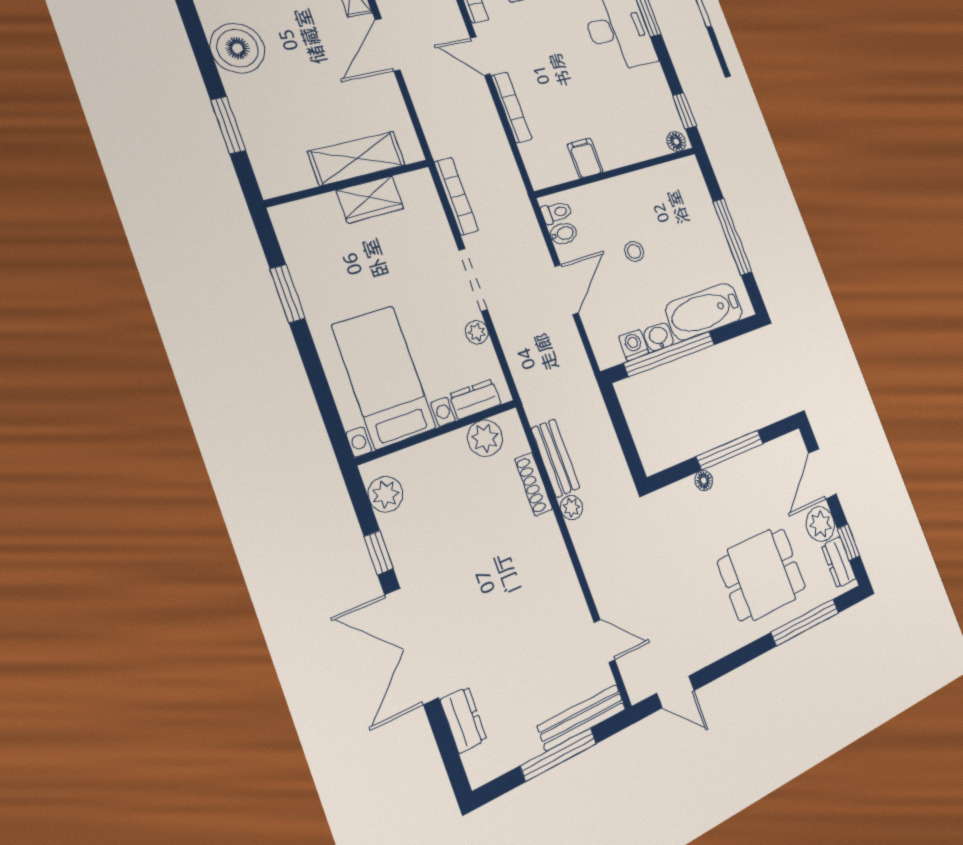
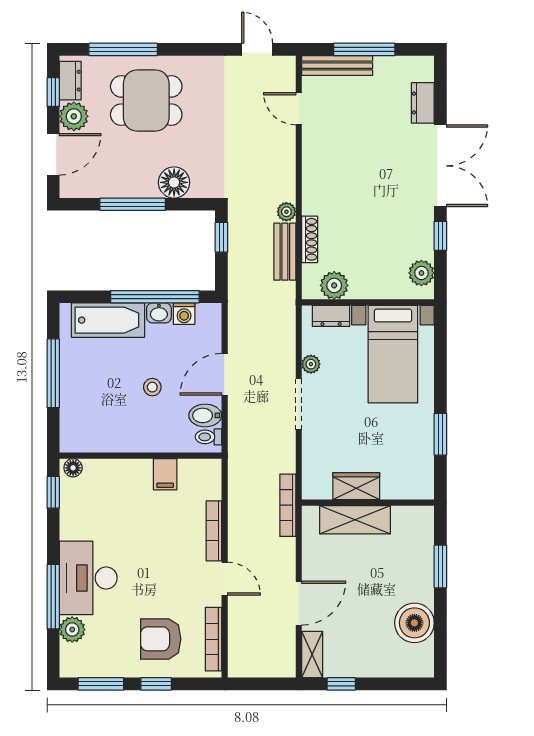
bookcase: (456, 196) -> (288, 505), moved
bidet: (563, 234) -> (205, 415), width x1.38, depth x1.36
window: (629, 448) -> (221, 237), added
floor lamp: (704, 481) -> (174, 182), width x1.89, depth x1.89

